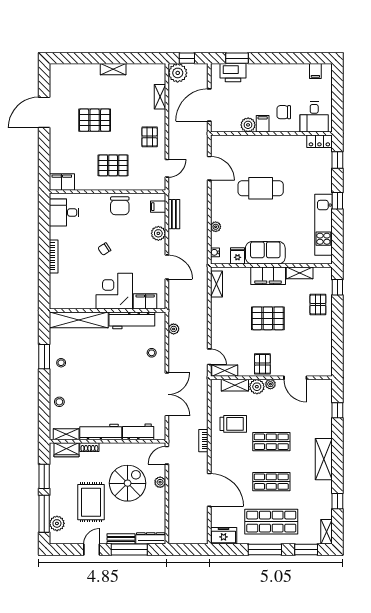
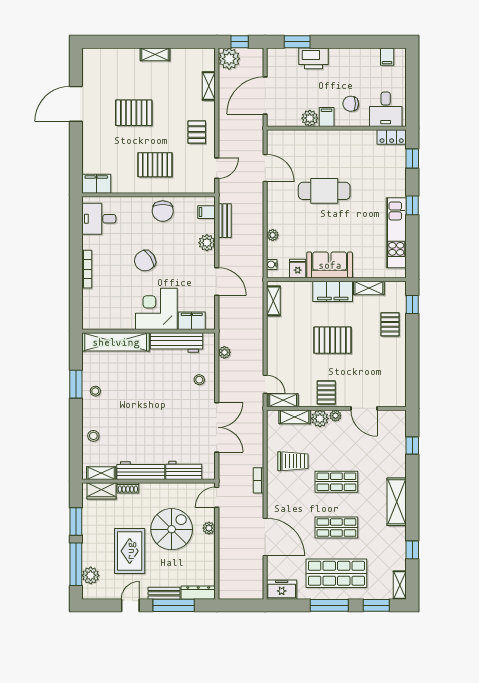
printer: (233, 73) -> (313, 58), moved
chair: (104, 249) -> (145, 261), width x1.87, depth x1.87

